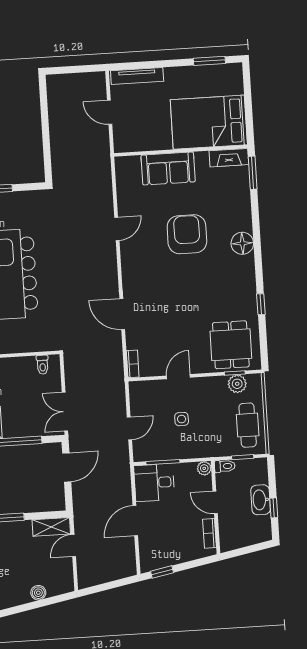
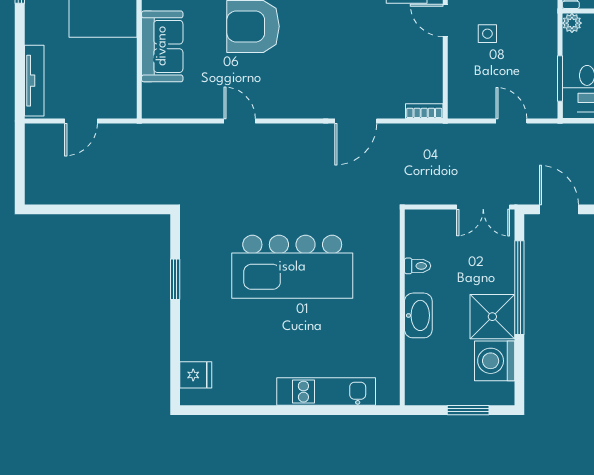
toilet: (43, 365) -> (418, 266), moved
door: (178, 377) -> (445, 20), moved
side table: (182, 419) -> (487, 34), moved

